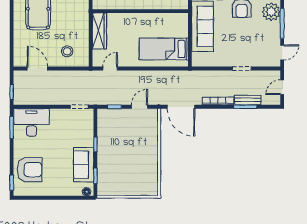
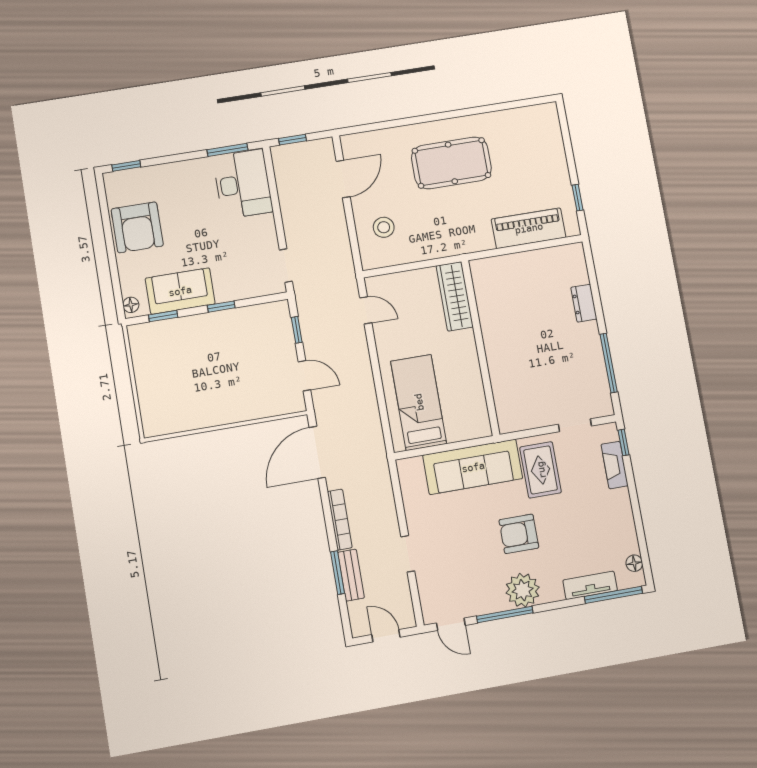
wardrobe: (99, 31) -> (455, 296), moved, turned 90
armchair: (30, 170) -> (137, 227), moved

